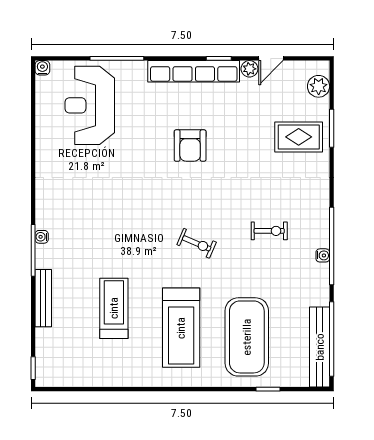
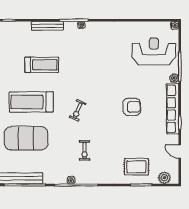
plant: (249, 69) -> (174, 78), moved
rug: (299, 137) -> (136, 167), turned 90
armchair: (190, 146) -> (132, 107), turned 180

